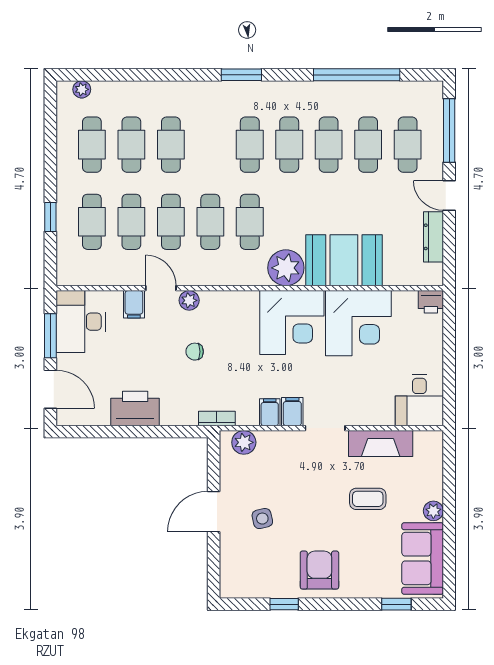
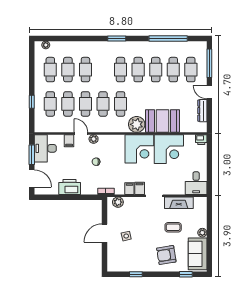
armchair: (319, 570) -> (166, 255), moved, turned -99

